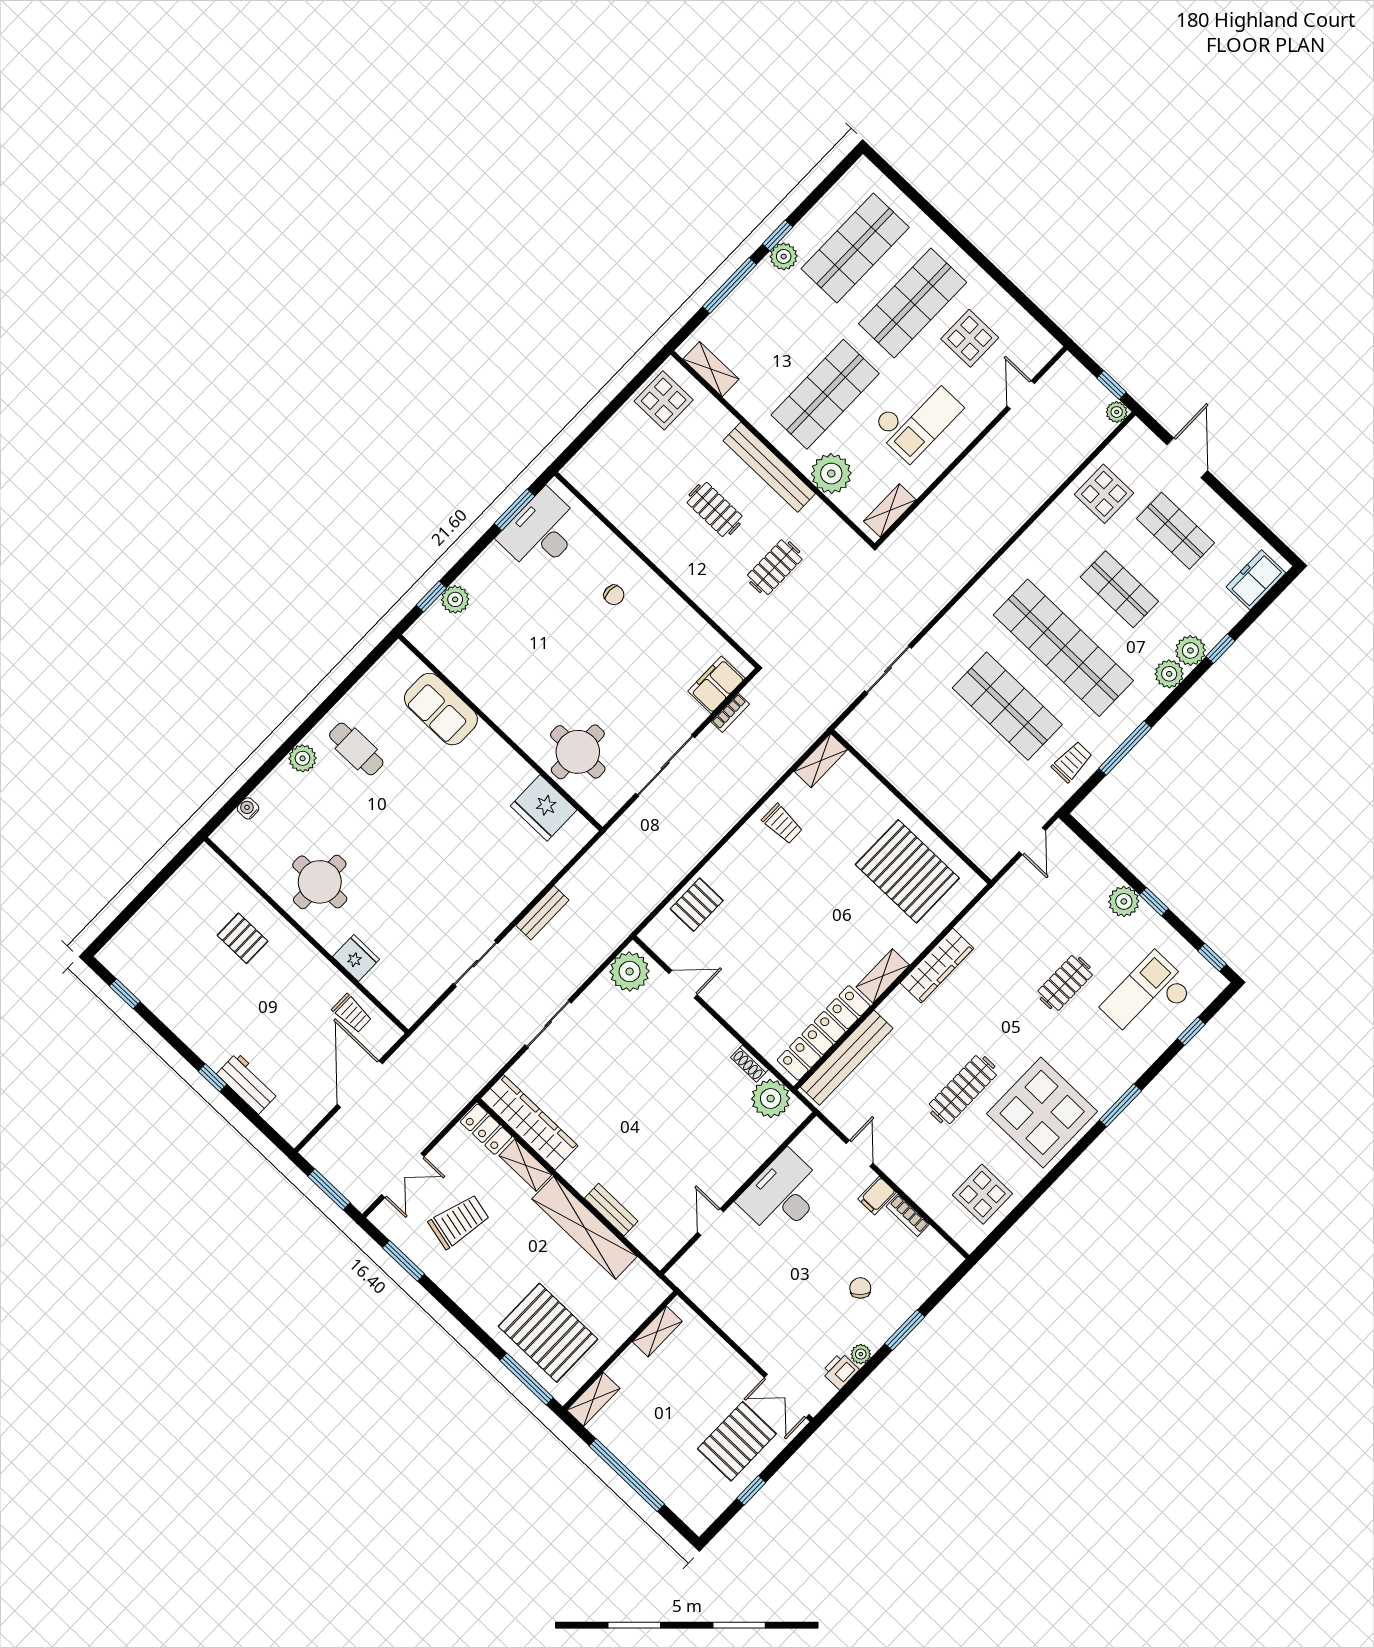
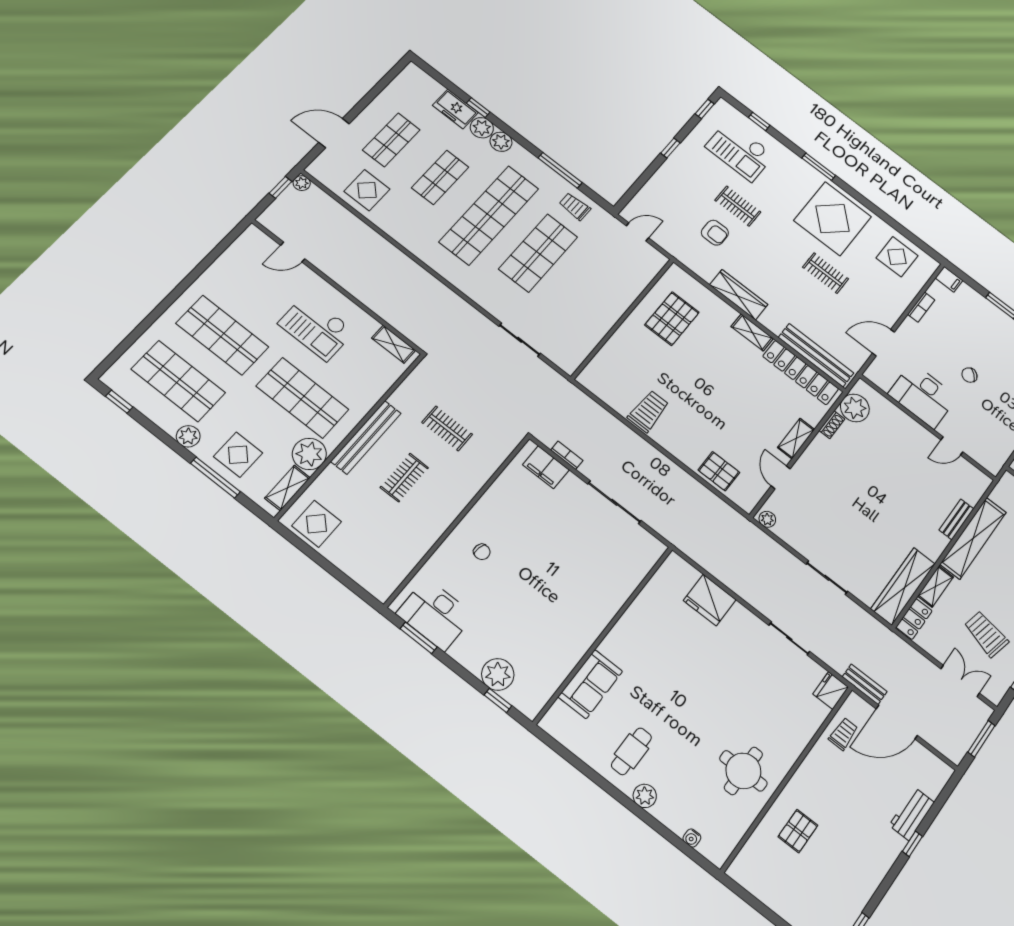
window: (778, 235) -> (119, 402), moved
display table: (970, 338) -> (238, 455), moved
checkout: (917, 417) -> (316, 327), turned 180
plant: (831, 474) -> (309, 454), moved
freezer: (1256, 580) -> (455, 109), moved
chair: (614, 595) -> (482, 552), turned 101
plant: (455, 599) -> (498, 674), width x1.36, depth x1.36
round table: (578, 752) -> (612, 571), removed
shelving: (821, 761) -> (796, 439), moved, turned 90
fridge: (544, 808) -> (710, 600), moved, turned 90
trolley: (782, 824) -> (648, 411), width x1.36, depth x1.39
pallet: (907, 871) -> (672, 319), width x0.73, depth x0.71
plant: (1124, 901) -> (673, 168), removed
bench: (542, 913) -> (865, 684), moved
armchair: (1027, 946) -> (715, 233), added
fridge: (356, 958) -> (831, 691), moved
plant: (630, 972) -> (767, 519), width x0.53, depth x0.53
clothes rail: (963, 1090) -> (826, 273), width x0.73
door: (860, 1153) -> (883, 343), width x1.38
filing cabinet: (877, 1196) -> (949, 279), moved
chair: (860, 1288) -> (969, 375), moved

